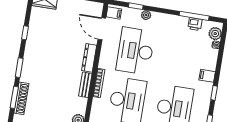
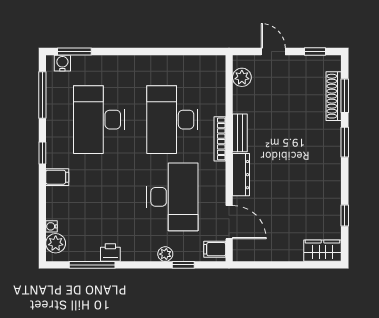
printer: (195, 24) -> (110, 253), moved
window: (25, 33) -> (345, 216), moved

